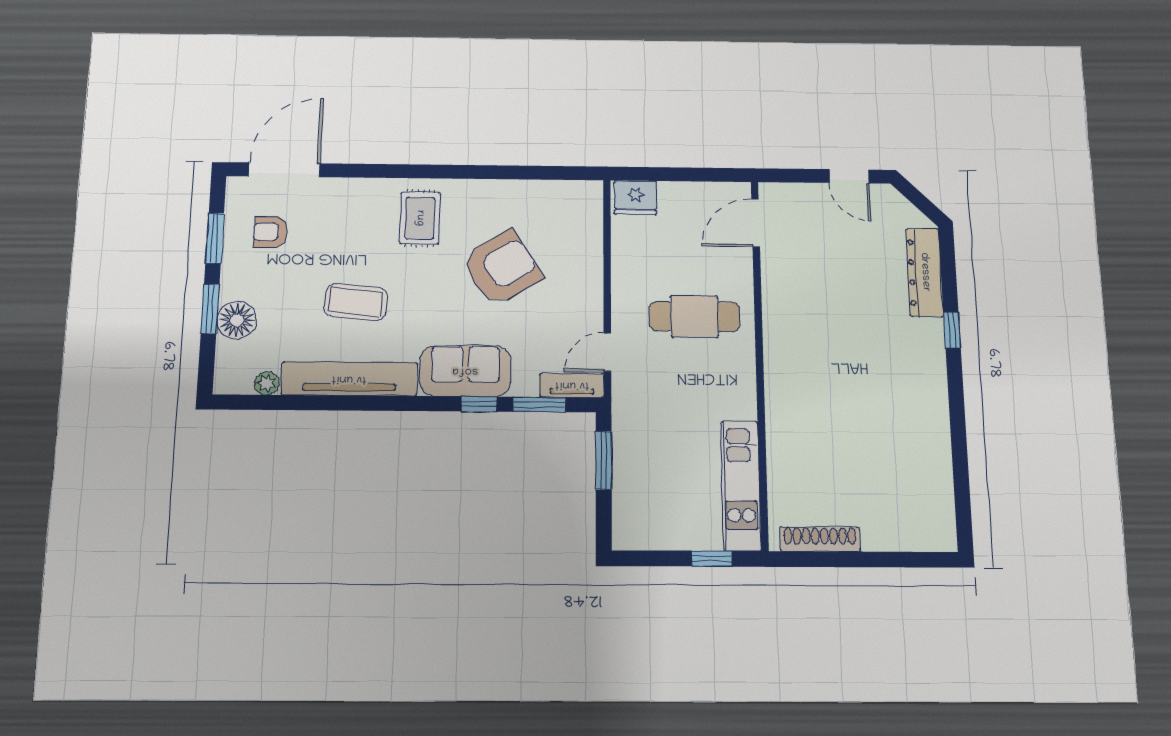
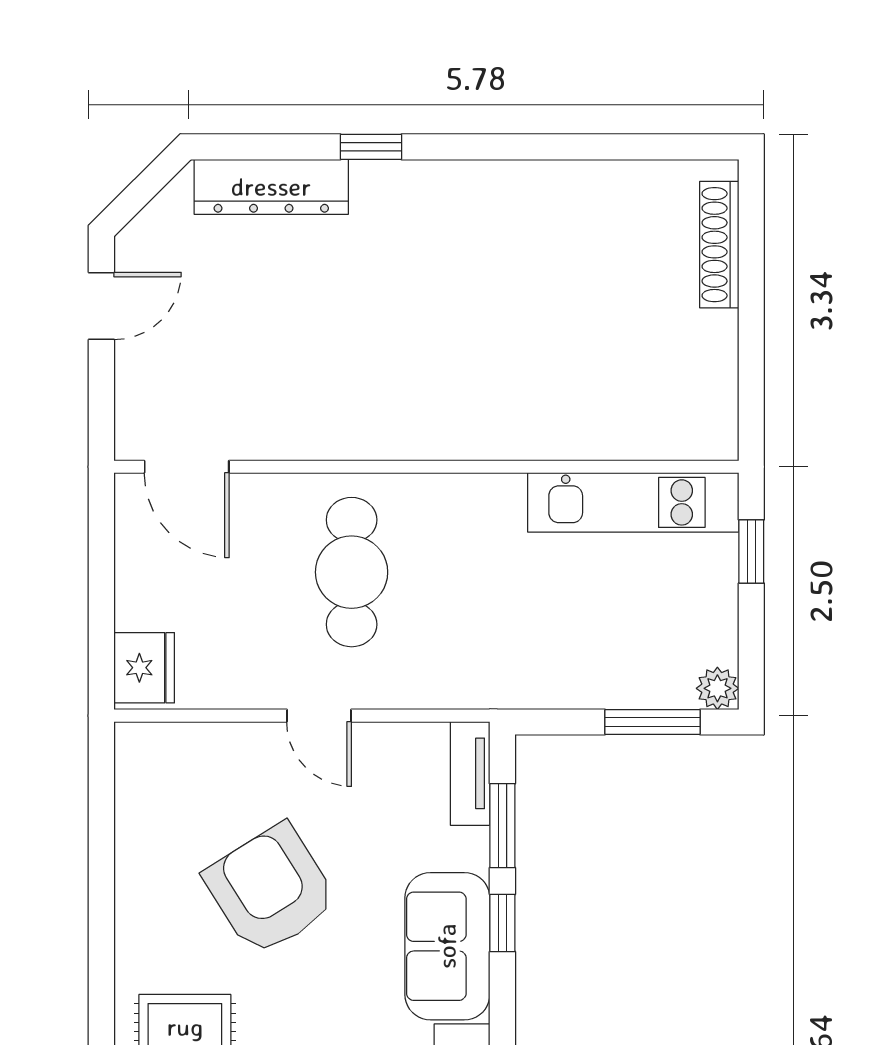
door: (607, 352) -> (319, 716), moved
window: (604, 460) -> (652, 722), moved
plant: (625, 537) -> (717, 688), added
shoe rack: (820, 539) -> (719, 245), moved

